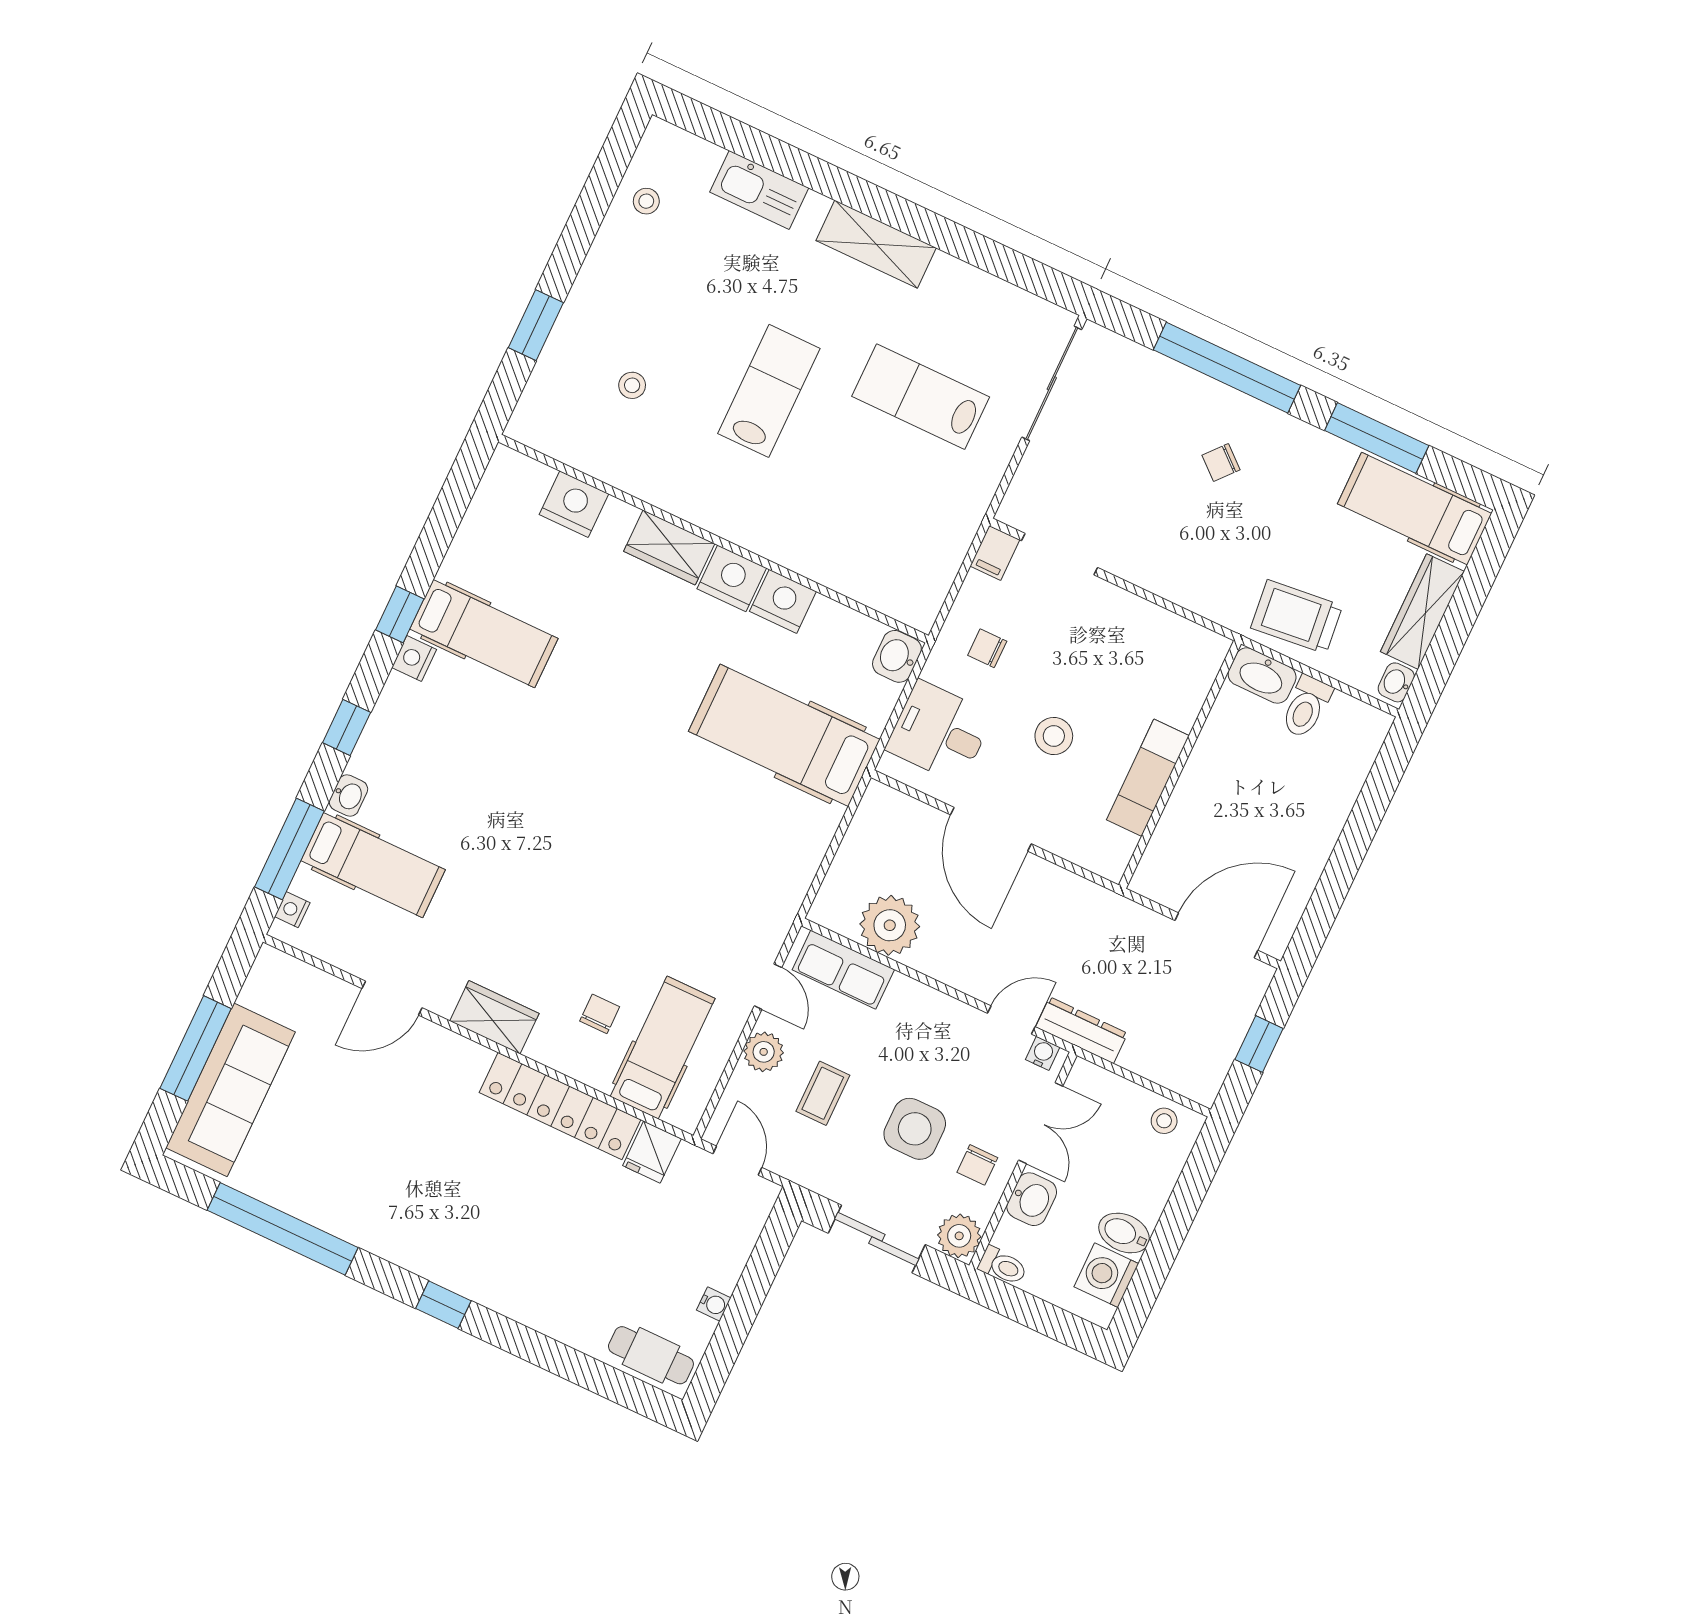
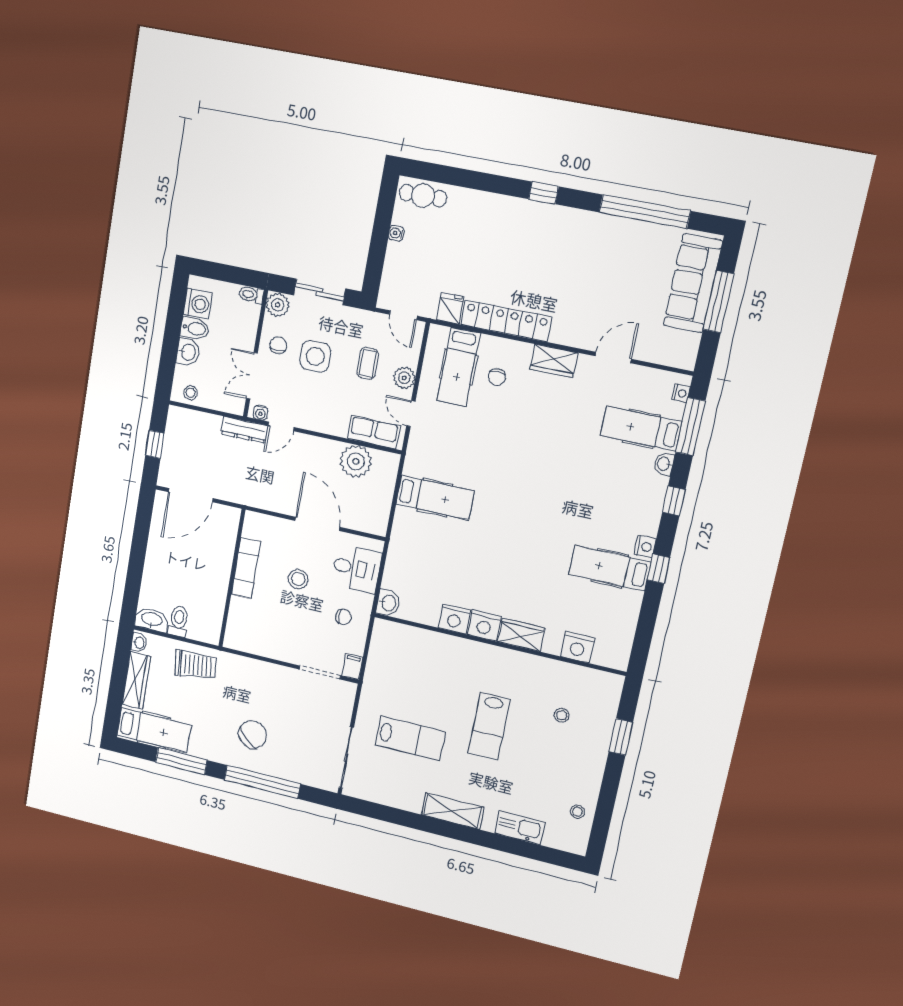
chair: (1221, 462) -> (253, 734), width x1.87, depth x1.87
washbasin: (1262, 676) -> (152, 620), moved
hospital bed: (784, 735) -> (435, 497), moved, width x0.73, depth x0.78
washbasin: (1032, 1199) -> (188, 352), moved, turned 180

